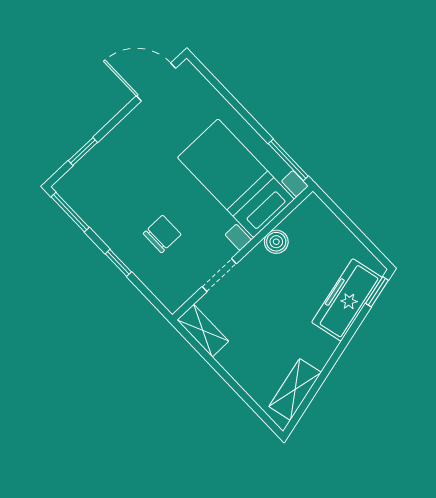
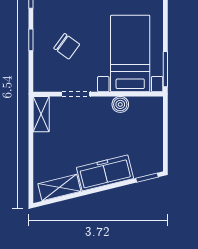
chair: (162, 234) -> (67, 46), turned 36
freezer: (347, 300) -> (105, 173), moved

